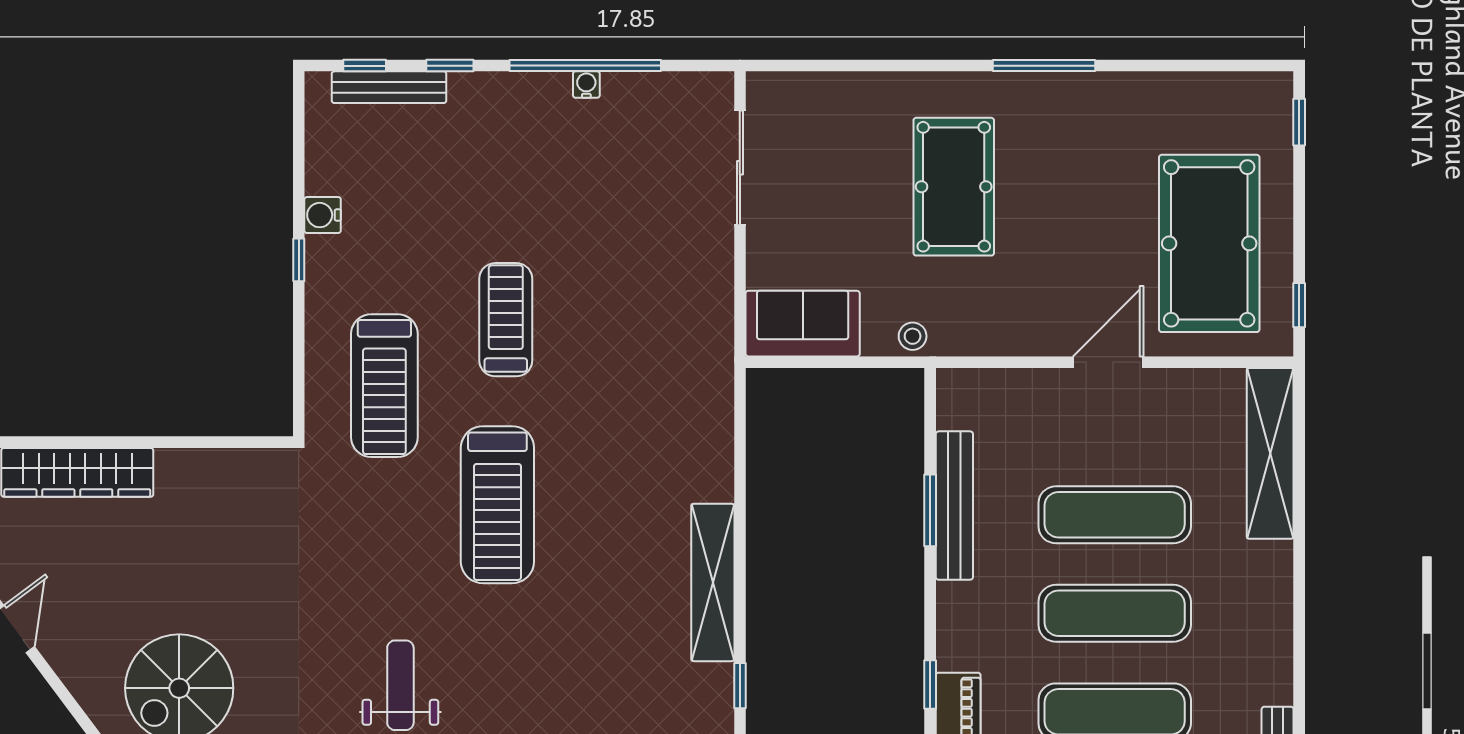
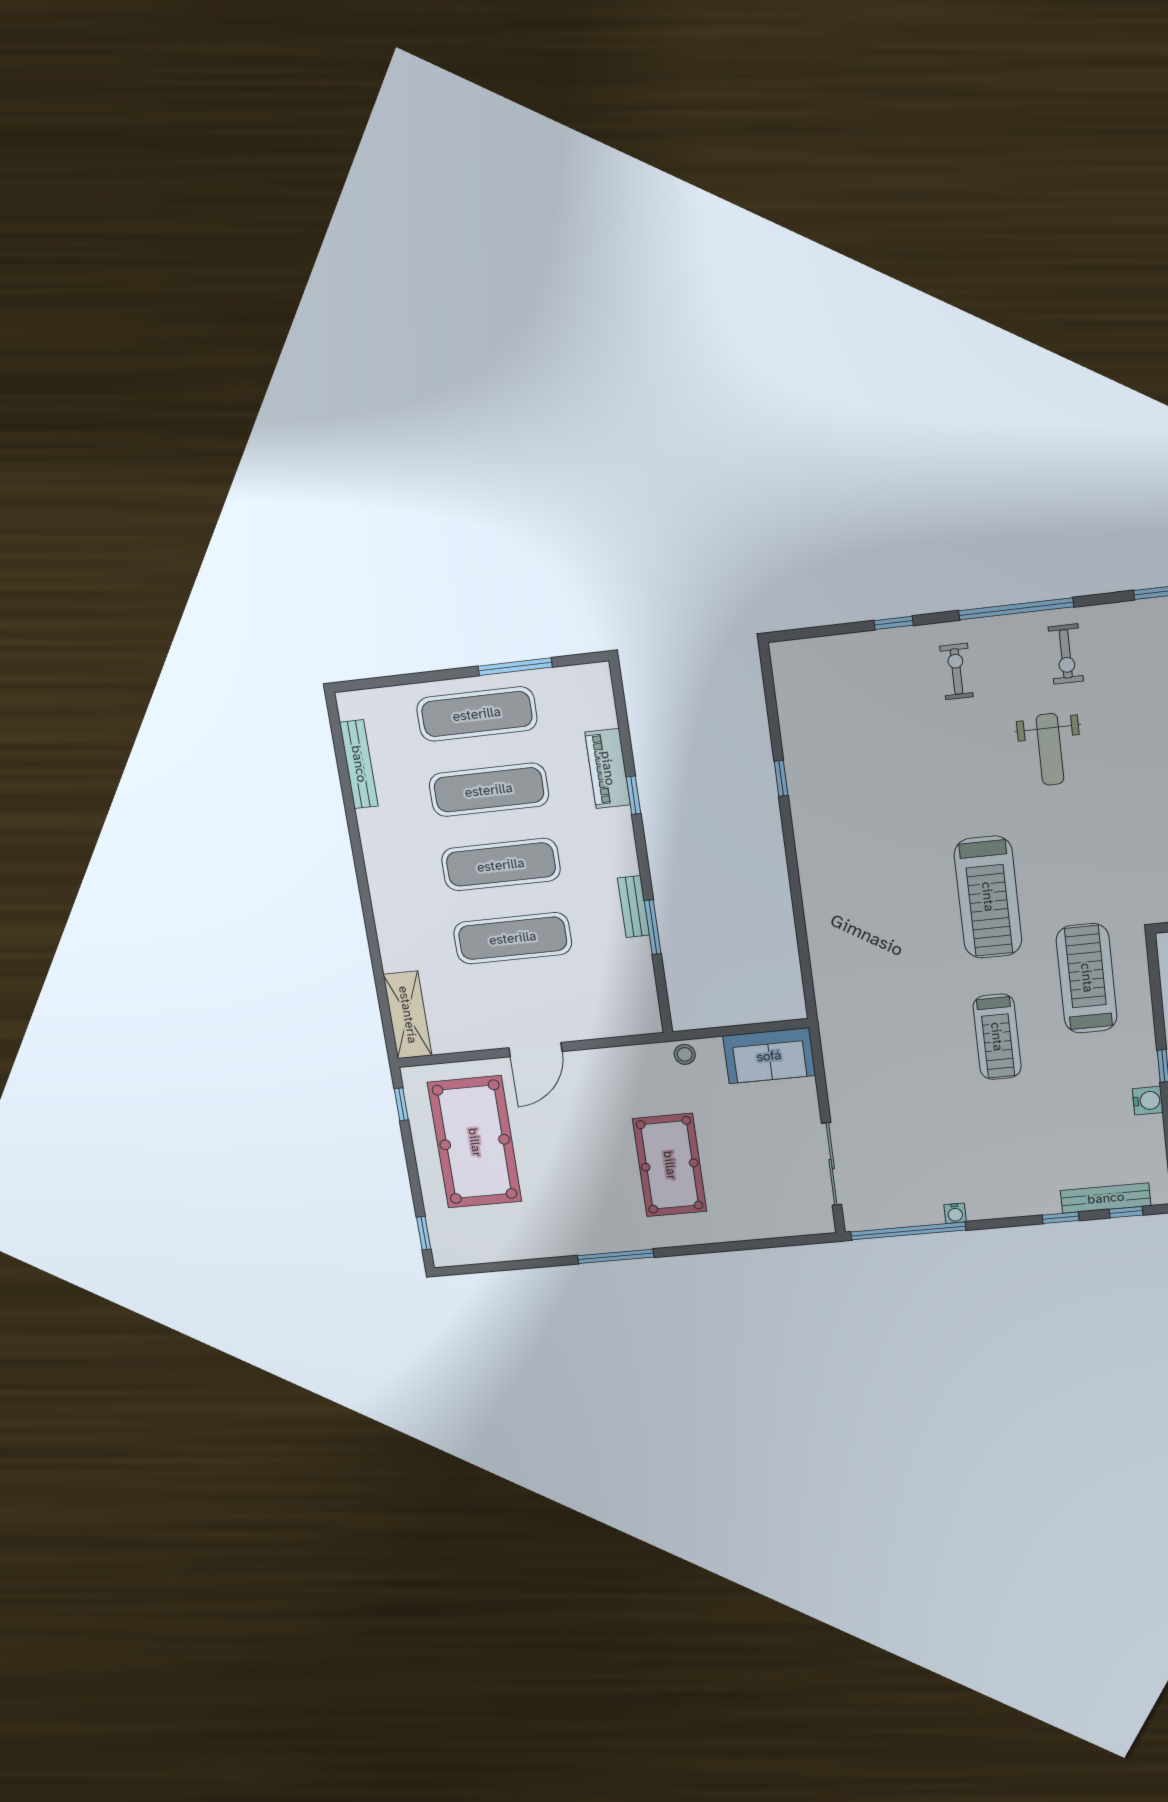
window: (585, 66) -> (908, 1231), moved
shelving: (1270, 453) -> (408, 1015), width x0.68
treadmill: (497, 505) -> (988, 897), turned 180
bench: (954, 506) -> (634, 907), width x0.54, depth x0.82
shelving: (713, 582) -> (813, 855), removed

